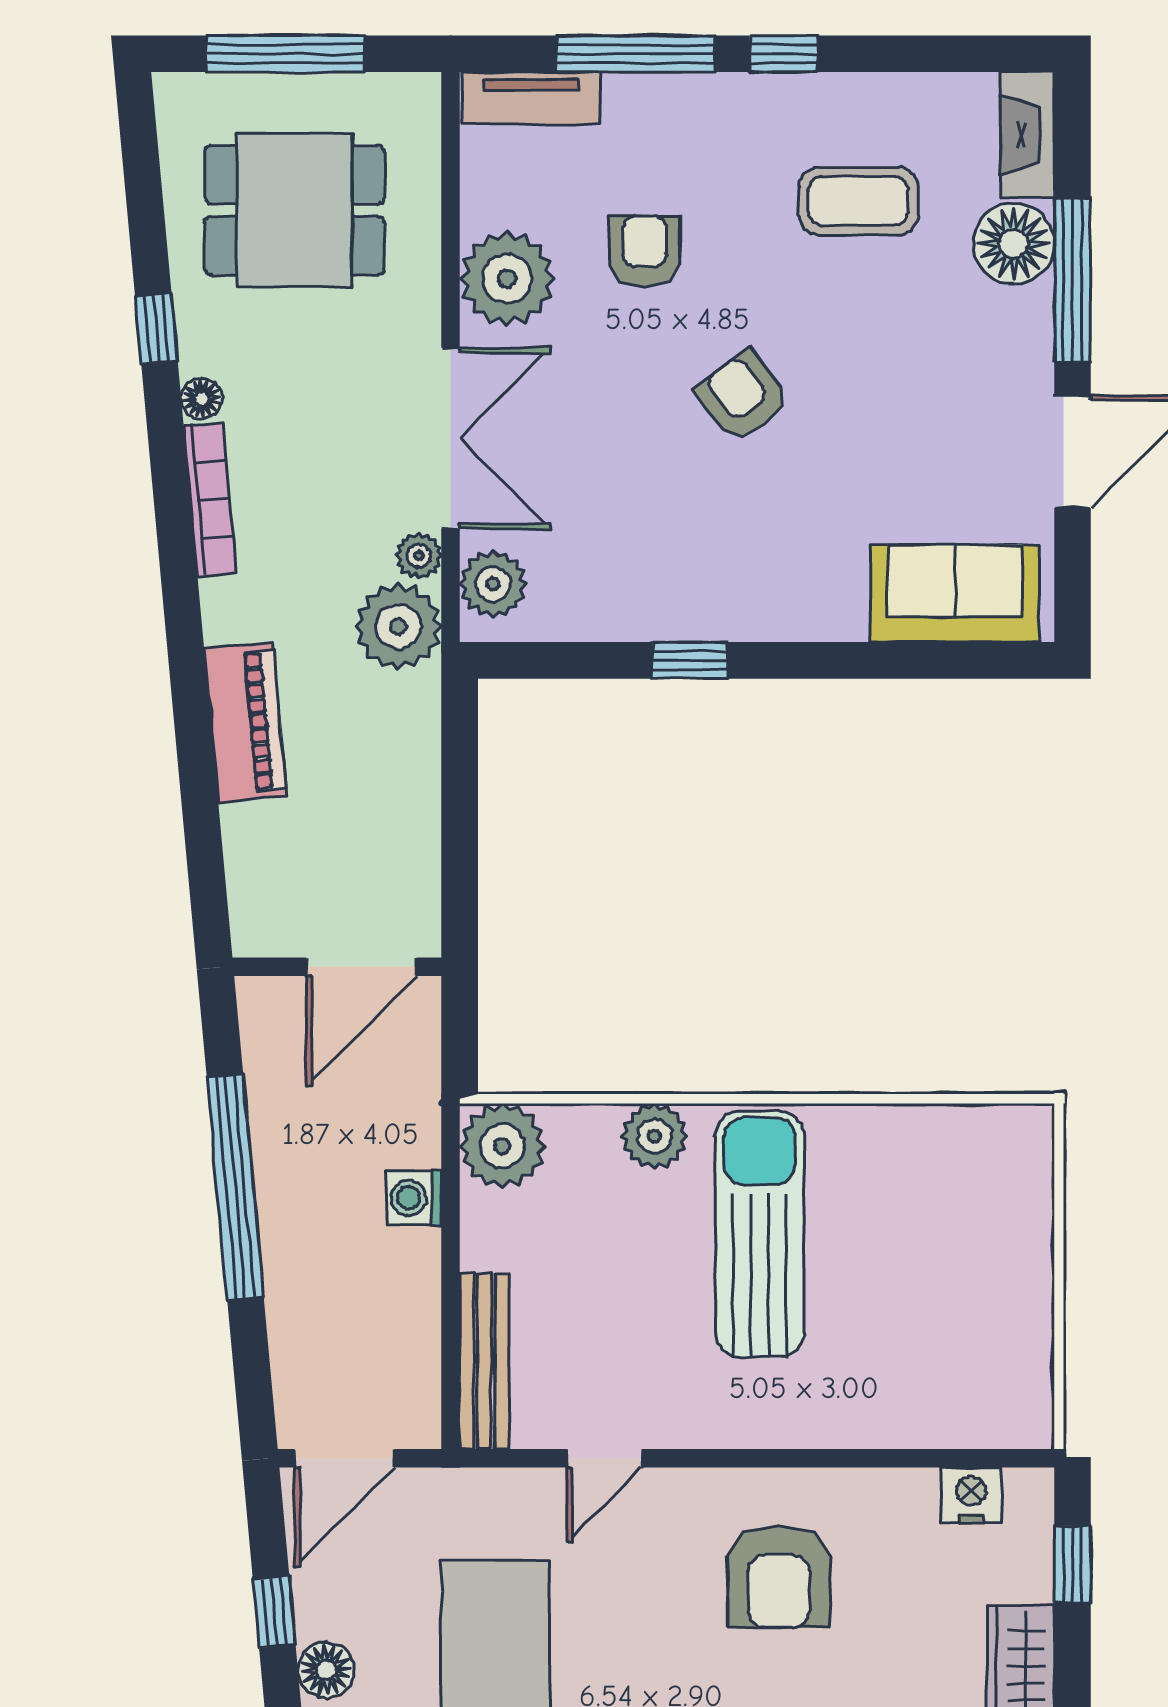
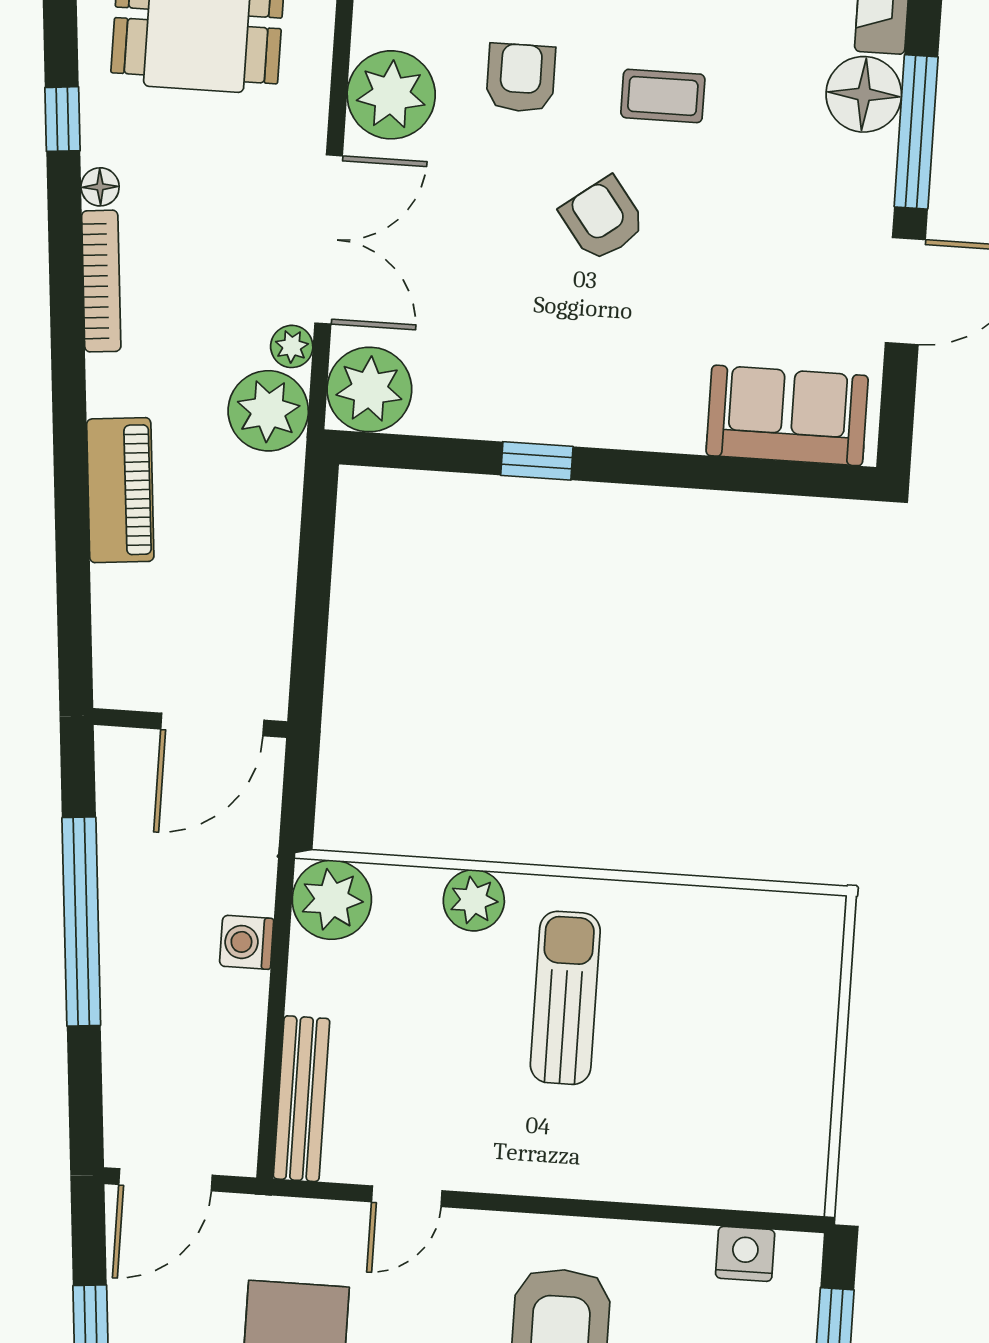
coffee table: (858, 201) -> (663, 96), moved, width x0.73, depth x0.77
plant: (493, 584) -> (369, 389), width x1.36, depth x1.36
sun lounger: (760, 1234) -> (565, 998), width x0.73, depth x0.75

